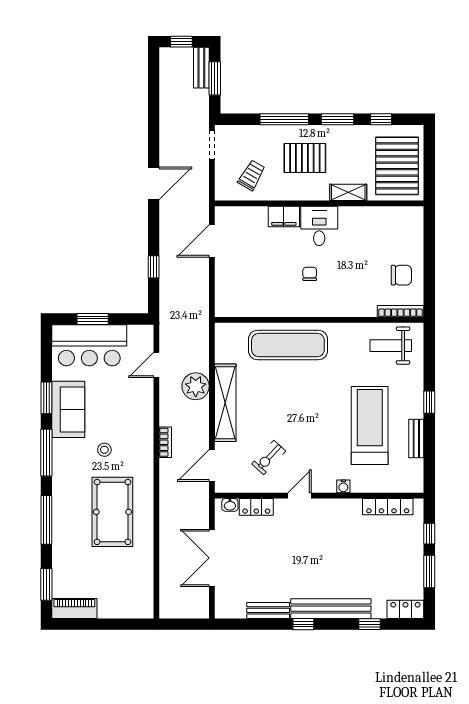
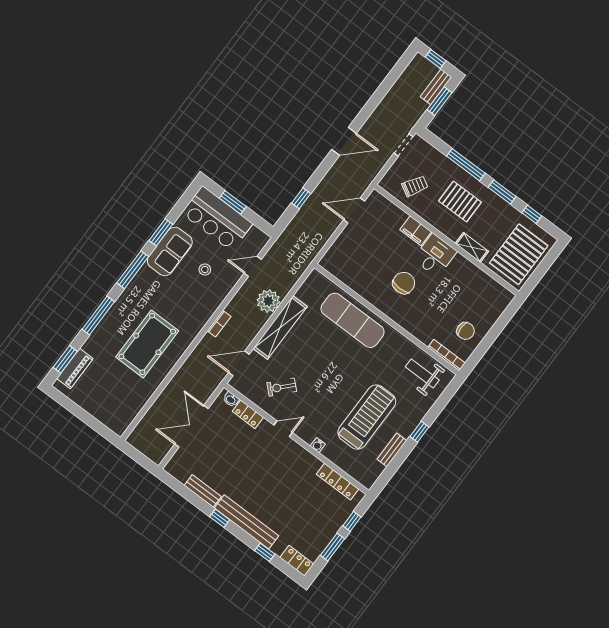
chair: (310, 274) -> (404, 283), width x1.87, depth x1.87
stool: (104, 450) -> (205, 270), moved
piano: (74, 609) -> (75, 368), moved, turned 90

